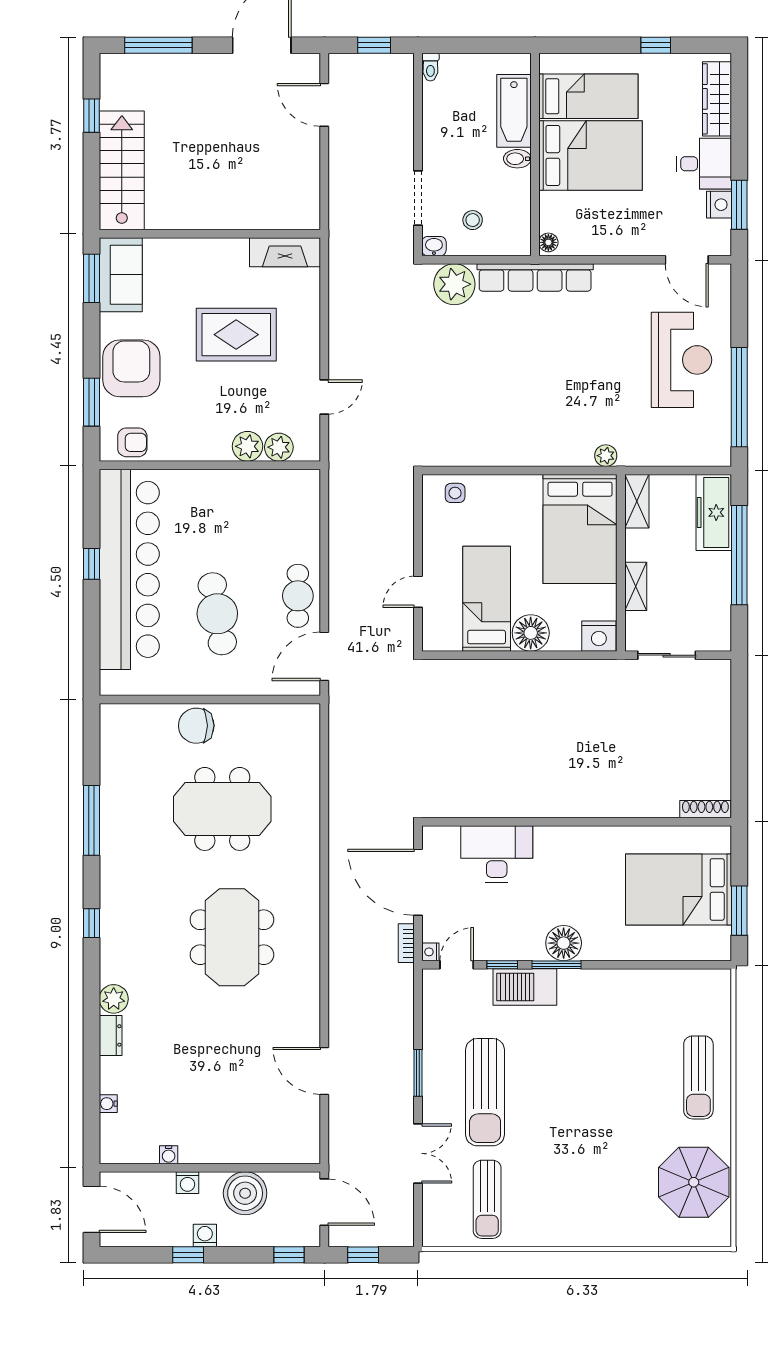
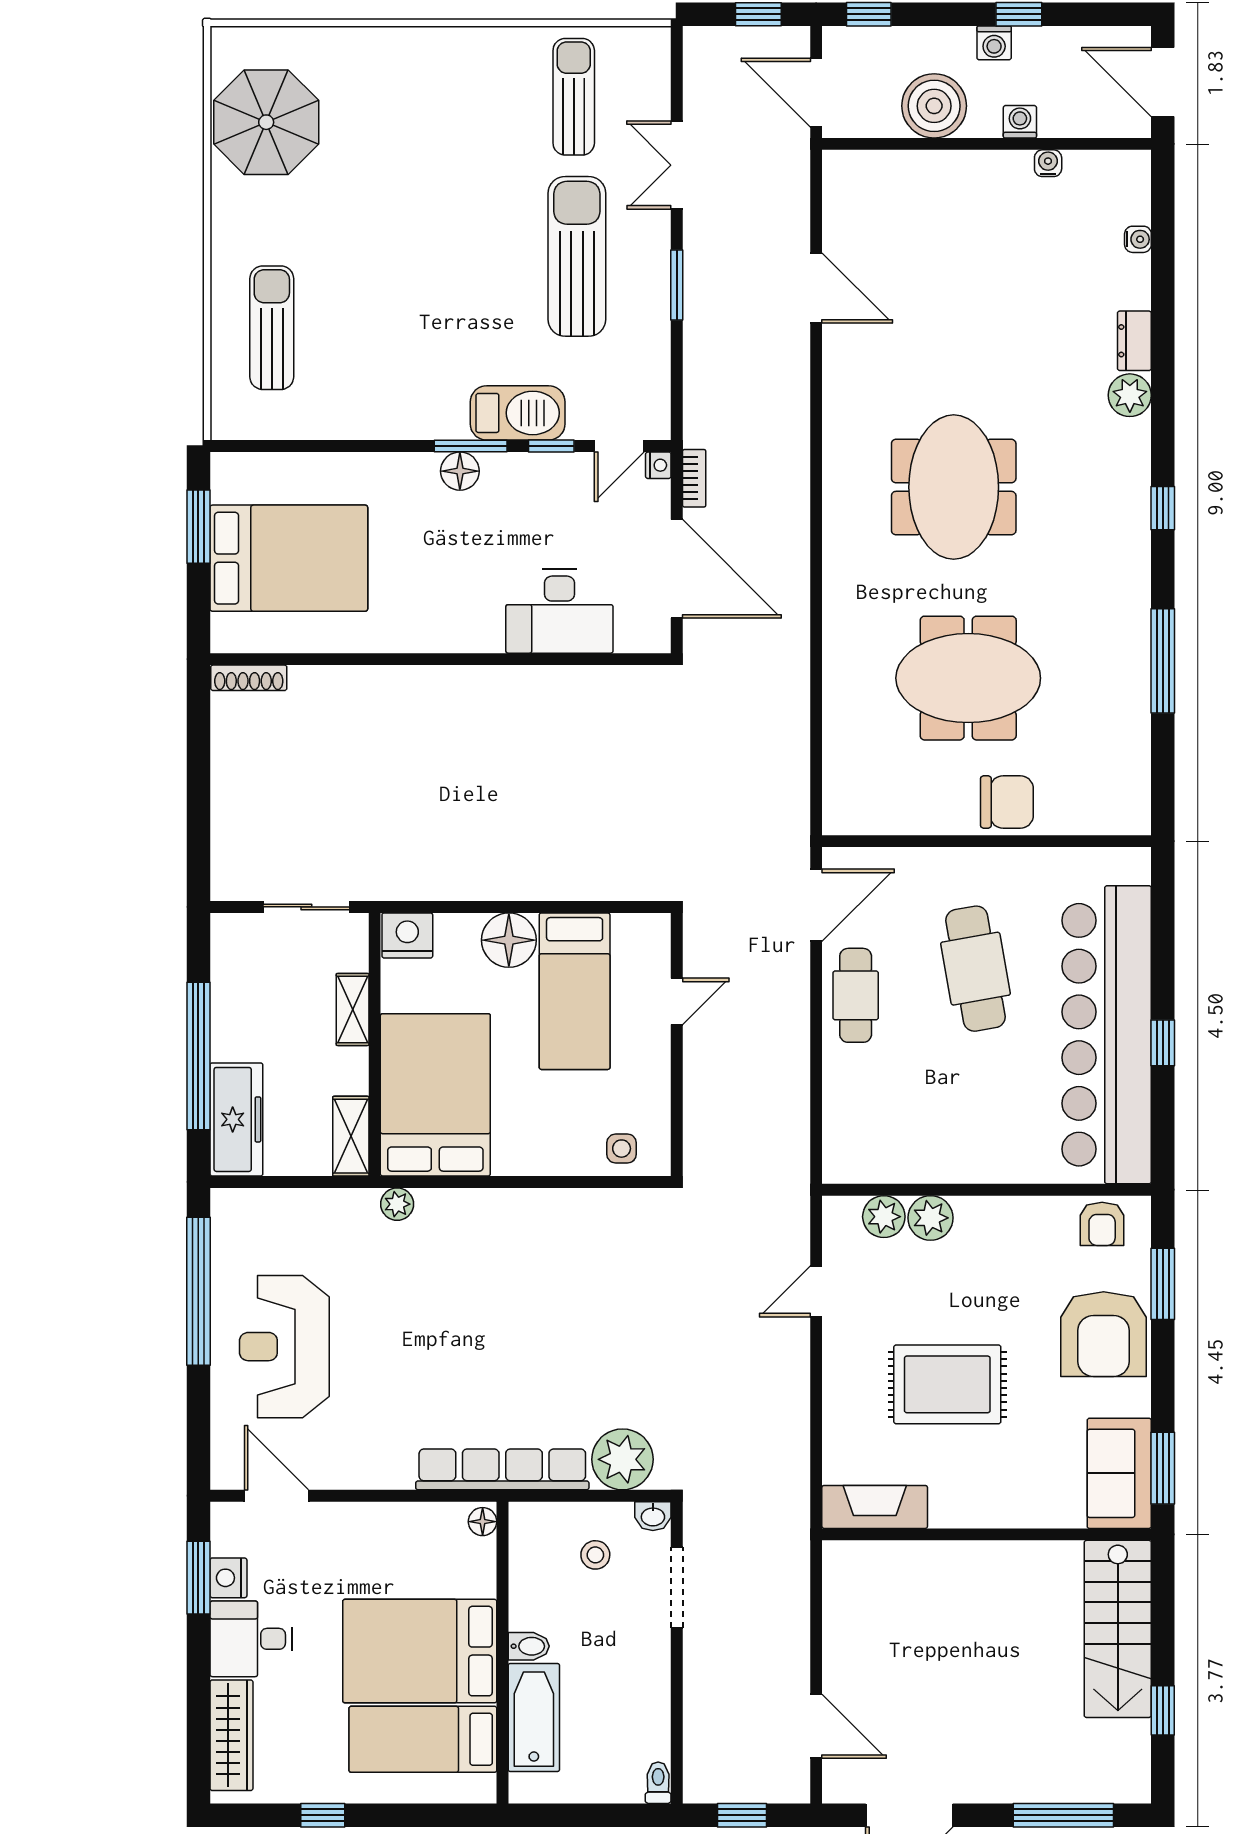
armchair: (132, 442) -> (1102, 1224), turned -90
floor lamp: (564, 943) -> (460, 471), width x0.73, depth x0.73
sun lounger: (698, 1077) -> (272, 328), moved

